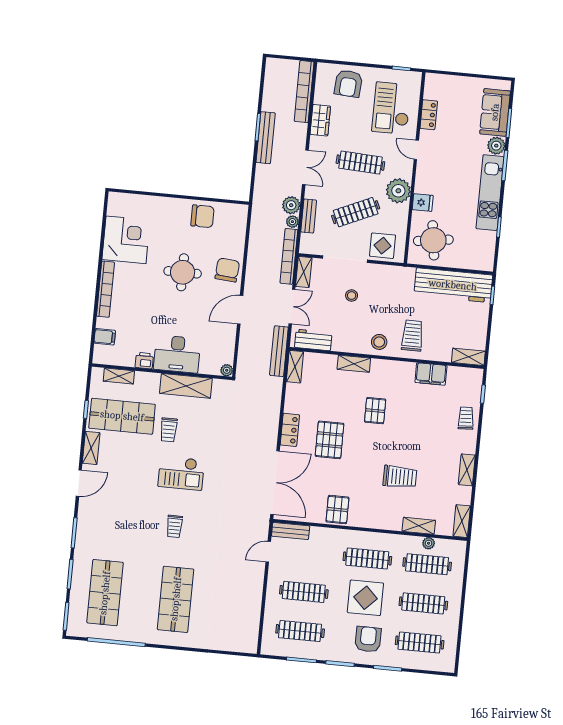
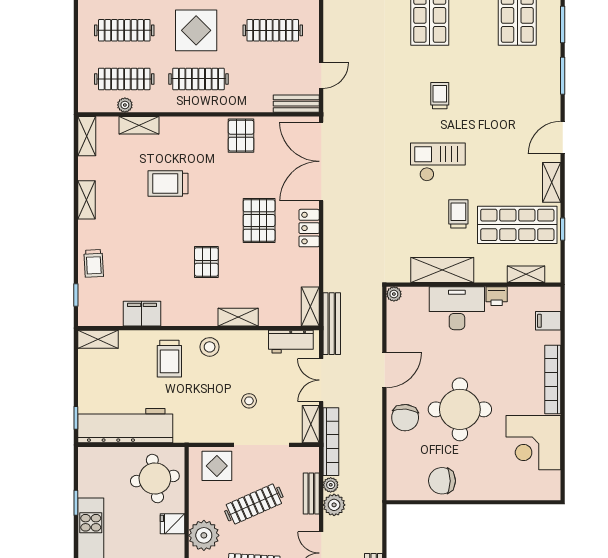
round table: (183, 272) -> (460, 409), width x1.36, depth x1.36

